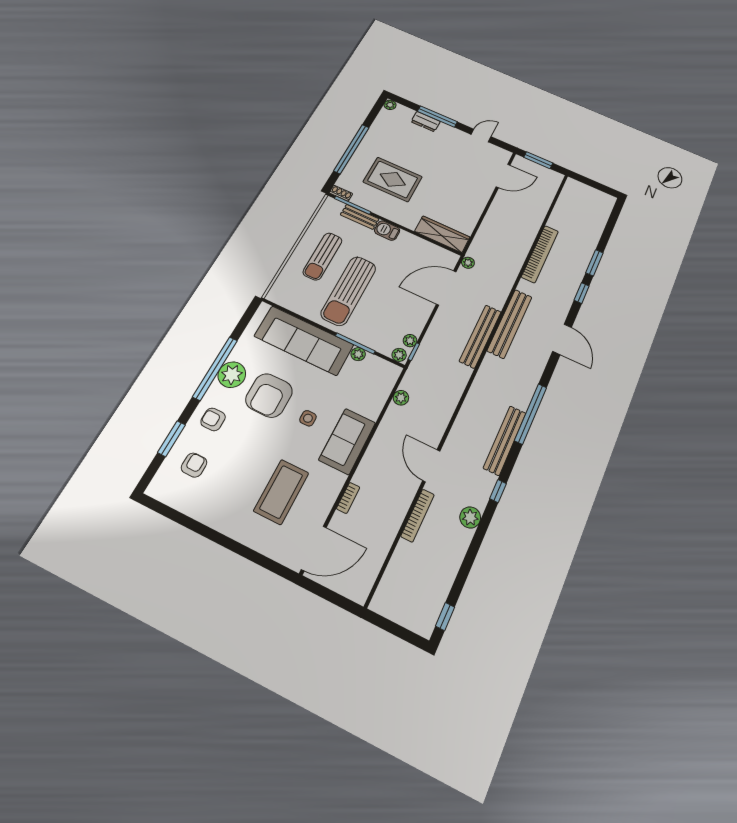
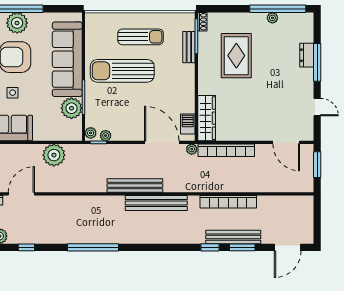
plant: (390, 105) -> (272, 18), moved
window: (351, 149) -> (278, 9), moved
barbecue: (387, 231) -> (188, 124), moved
bookcase: (485, 231) -> (226, 150), added
sun lounger: (323, 256) -> (141, 37), turned 180
door: (562, 339) -> (288, 247), moved
plant: (358, 354) -> (71, 108), width x1.88, depth x1.88
plant: (401, 398) -> (54, 155), width x1.88, depth x1.88
bench: (505, 440) -> (233, 237), moved

